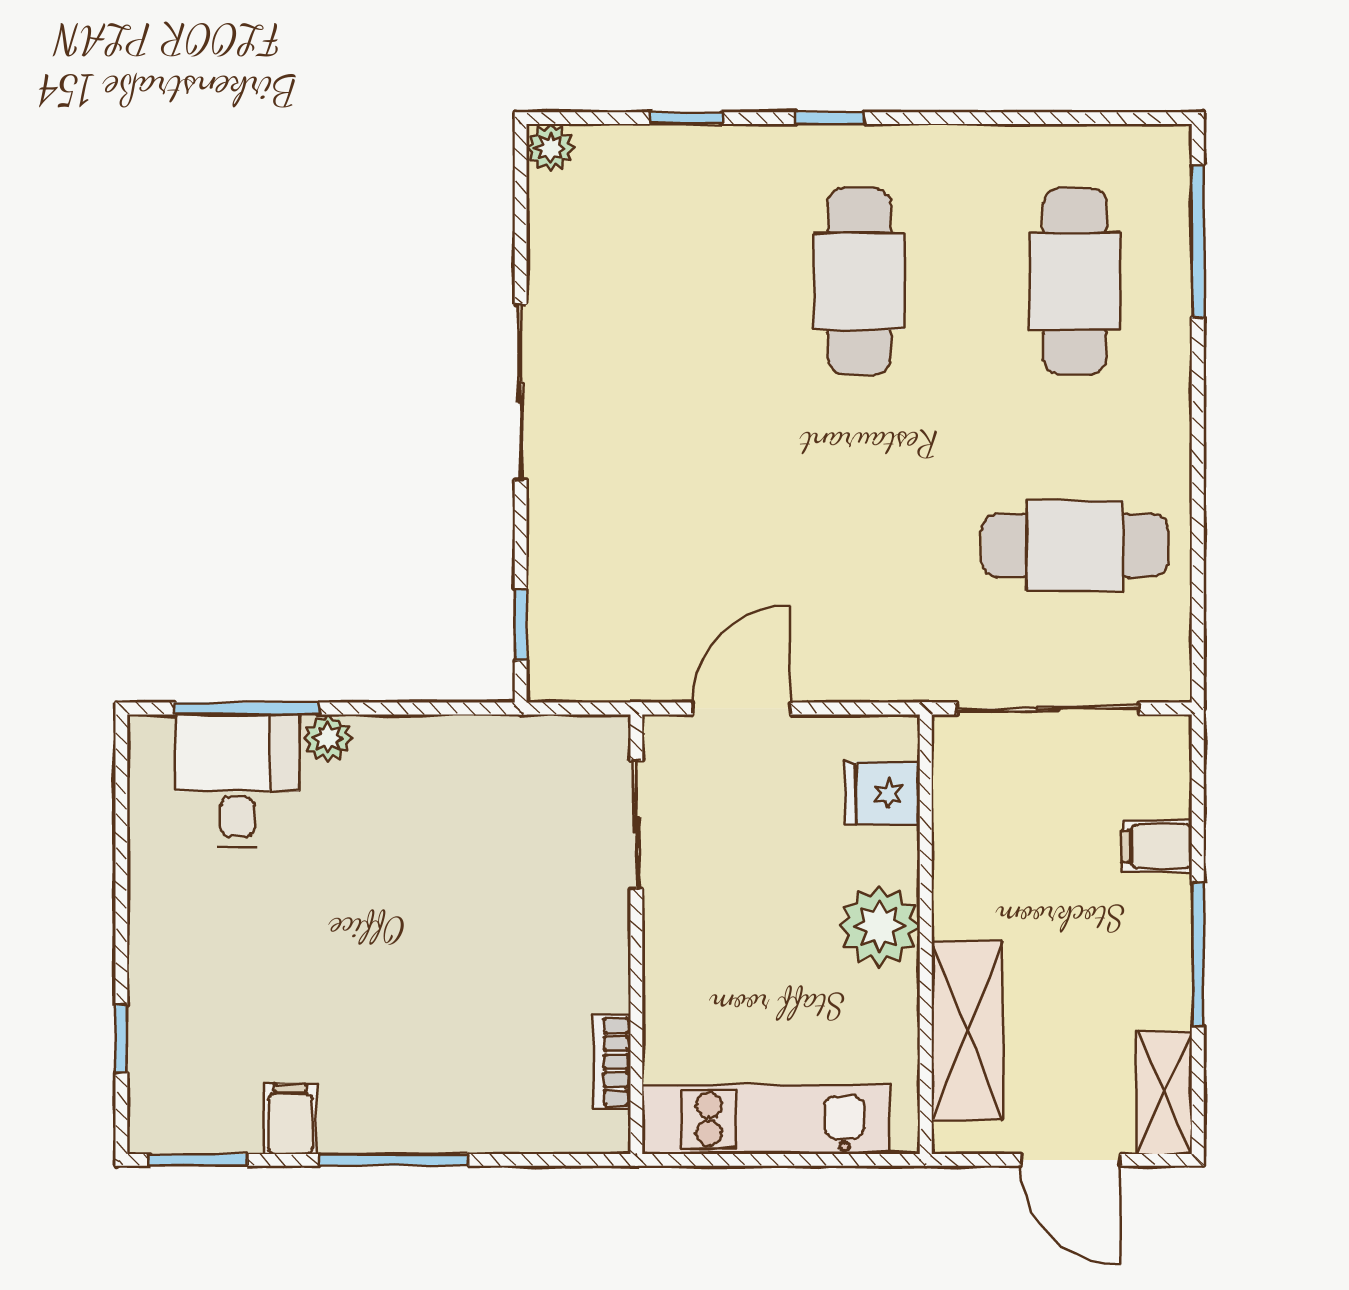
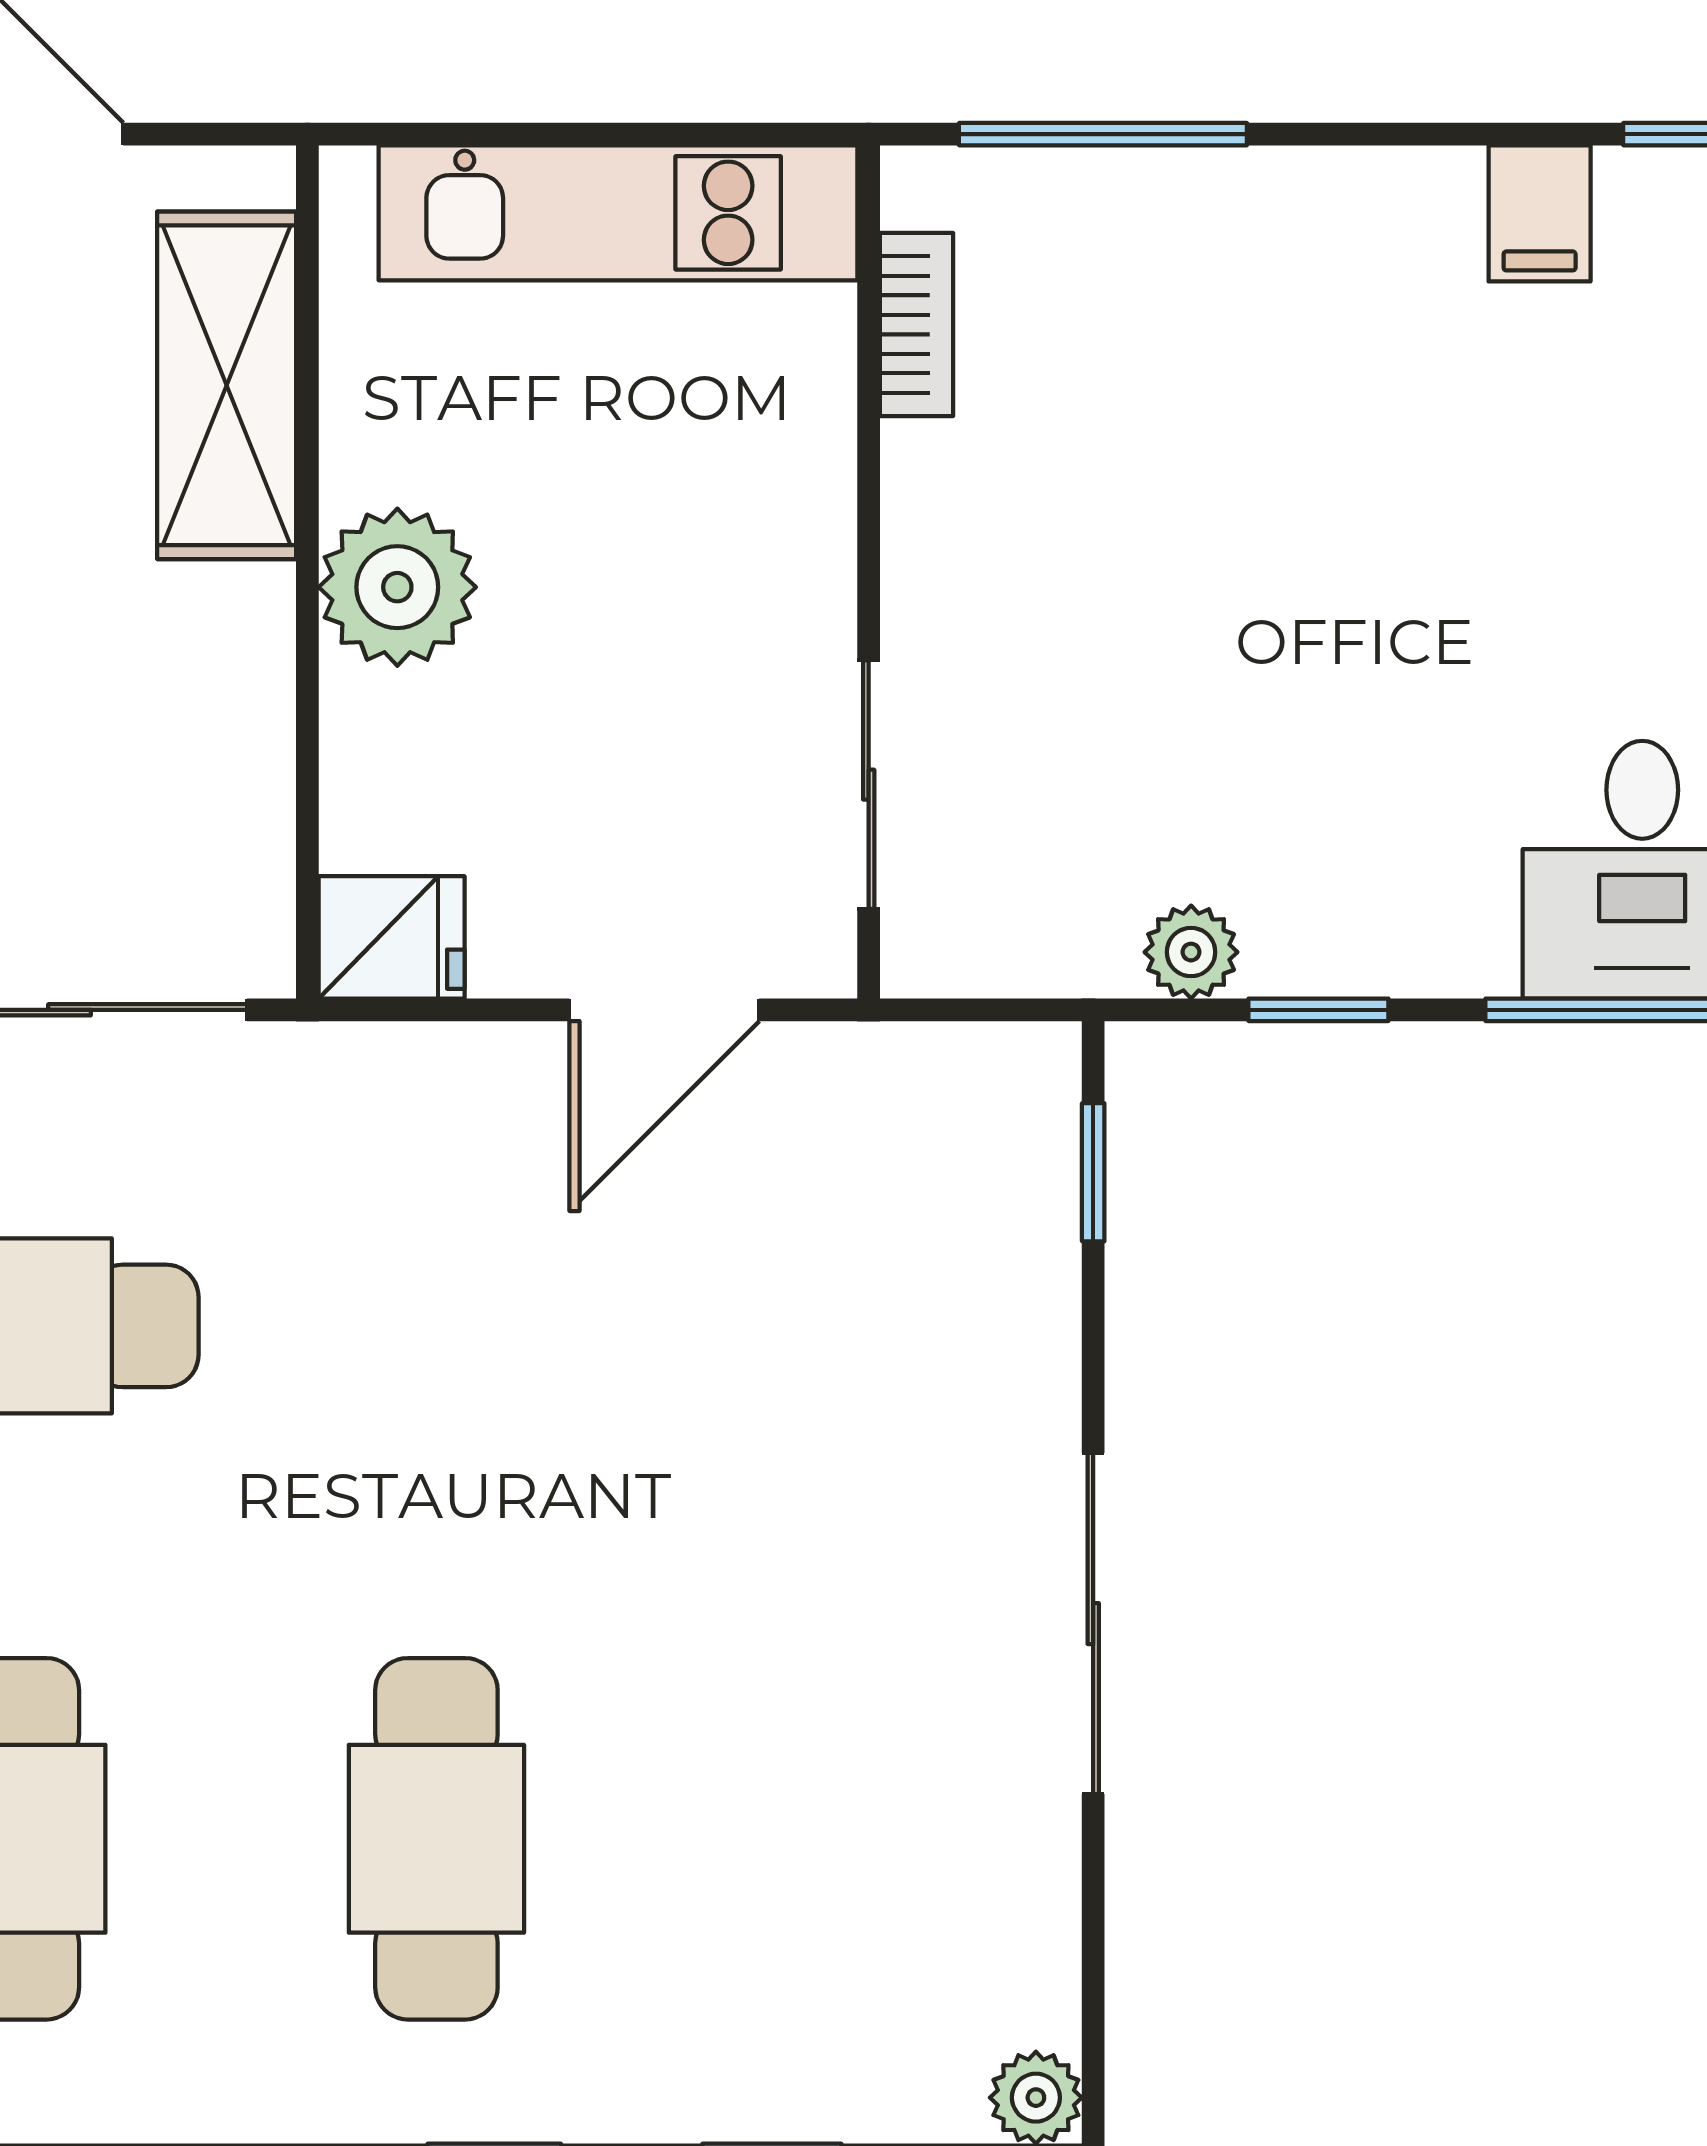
window: (405, 708) -> (1318, 1010), added
plant: (328, 738) -> (1191, 952), moved
fridge: (882, 793) -> (392, 937), moved
window: (394, 1160) -> (1103, 134), moved

